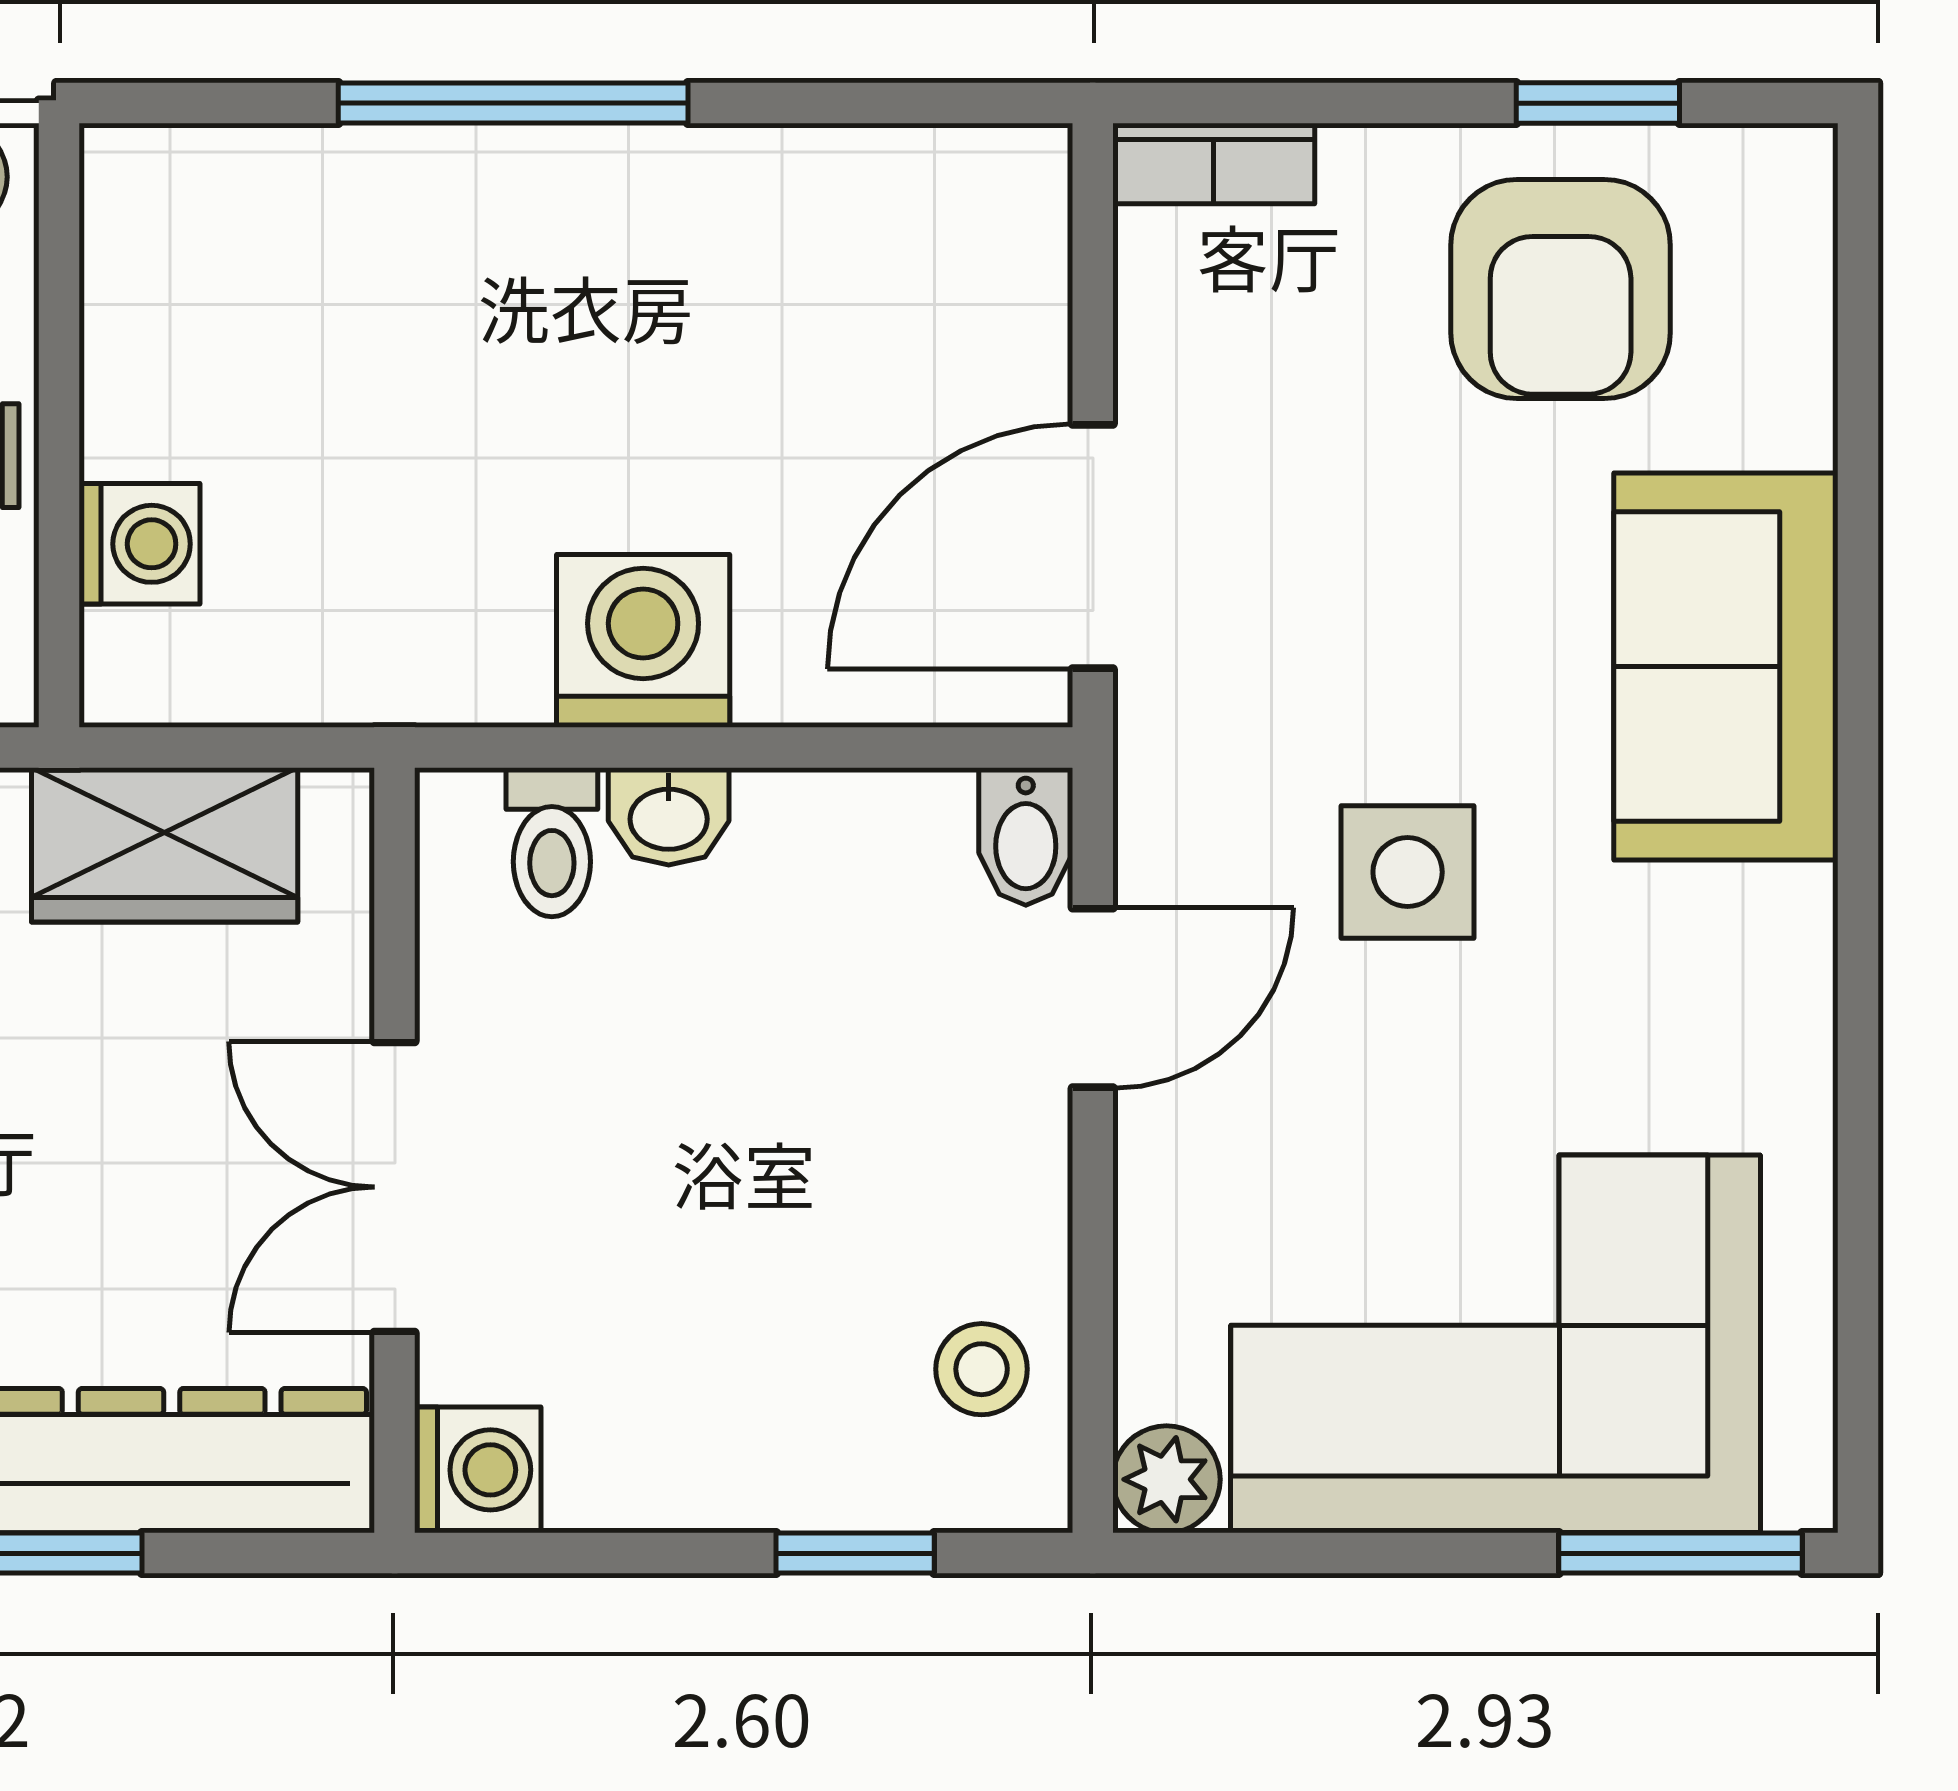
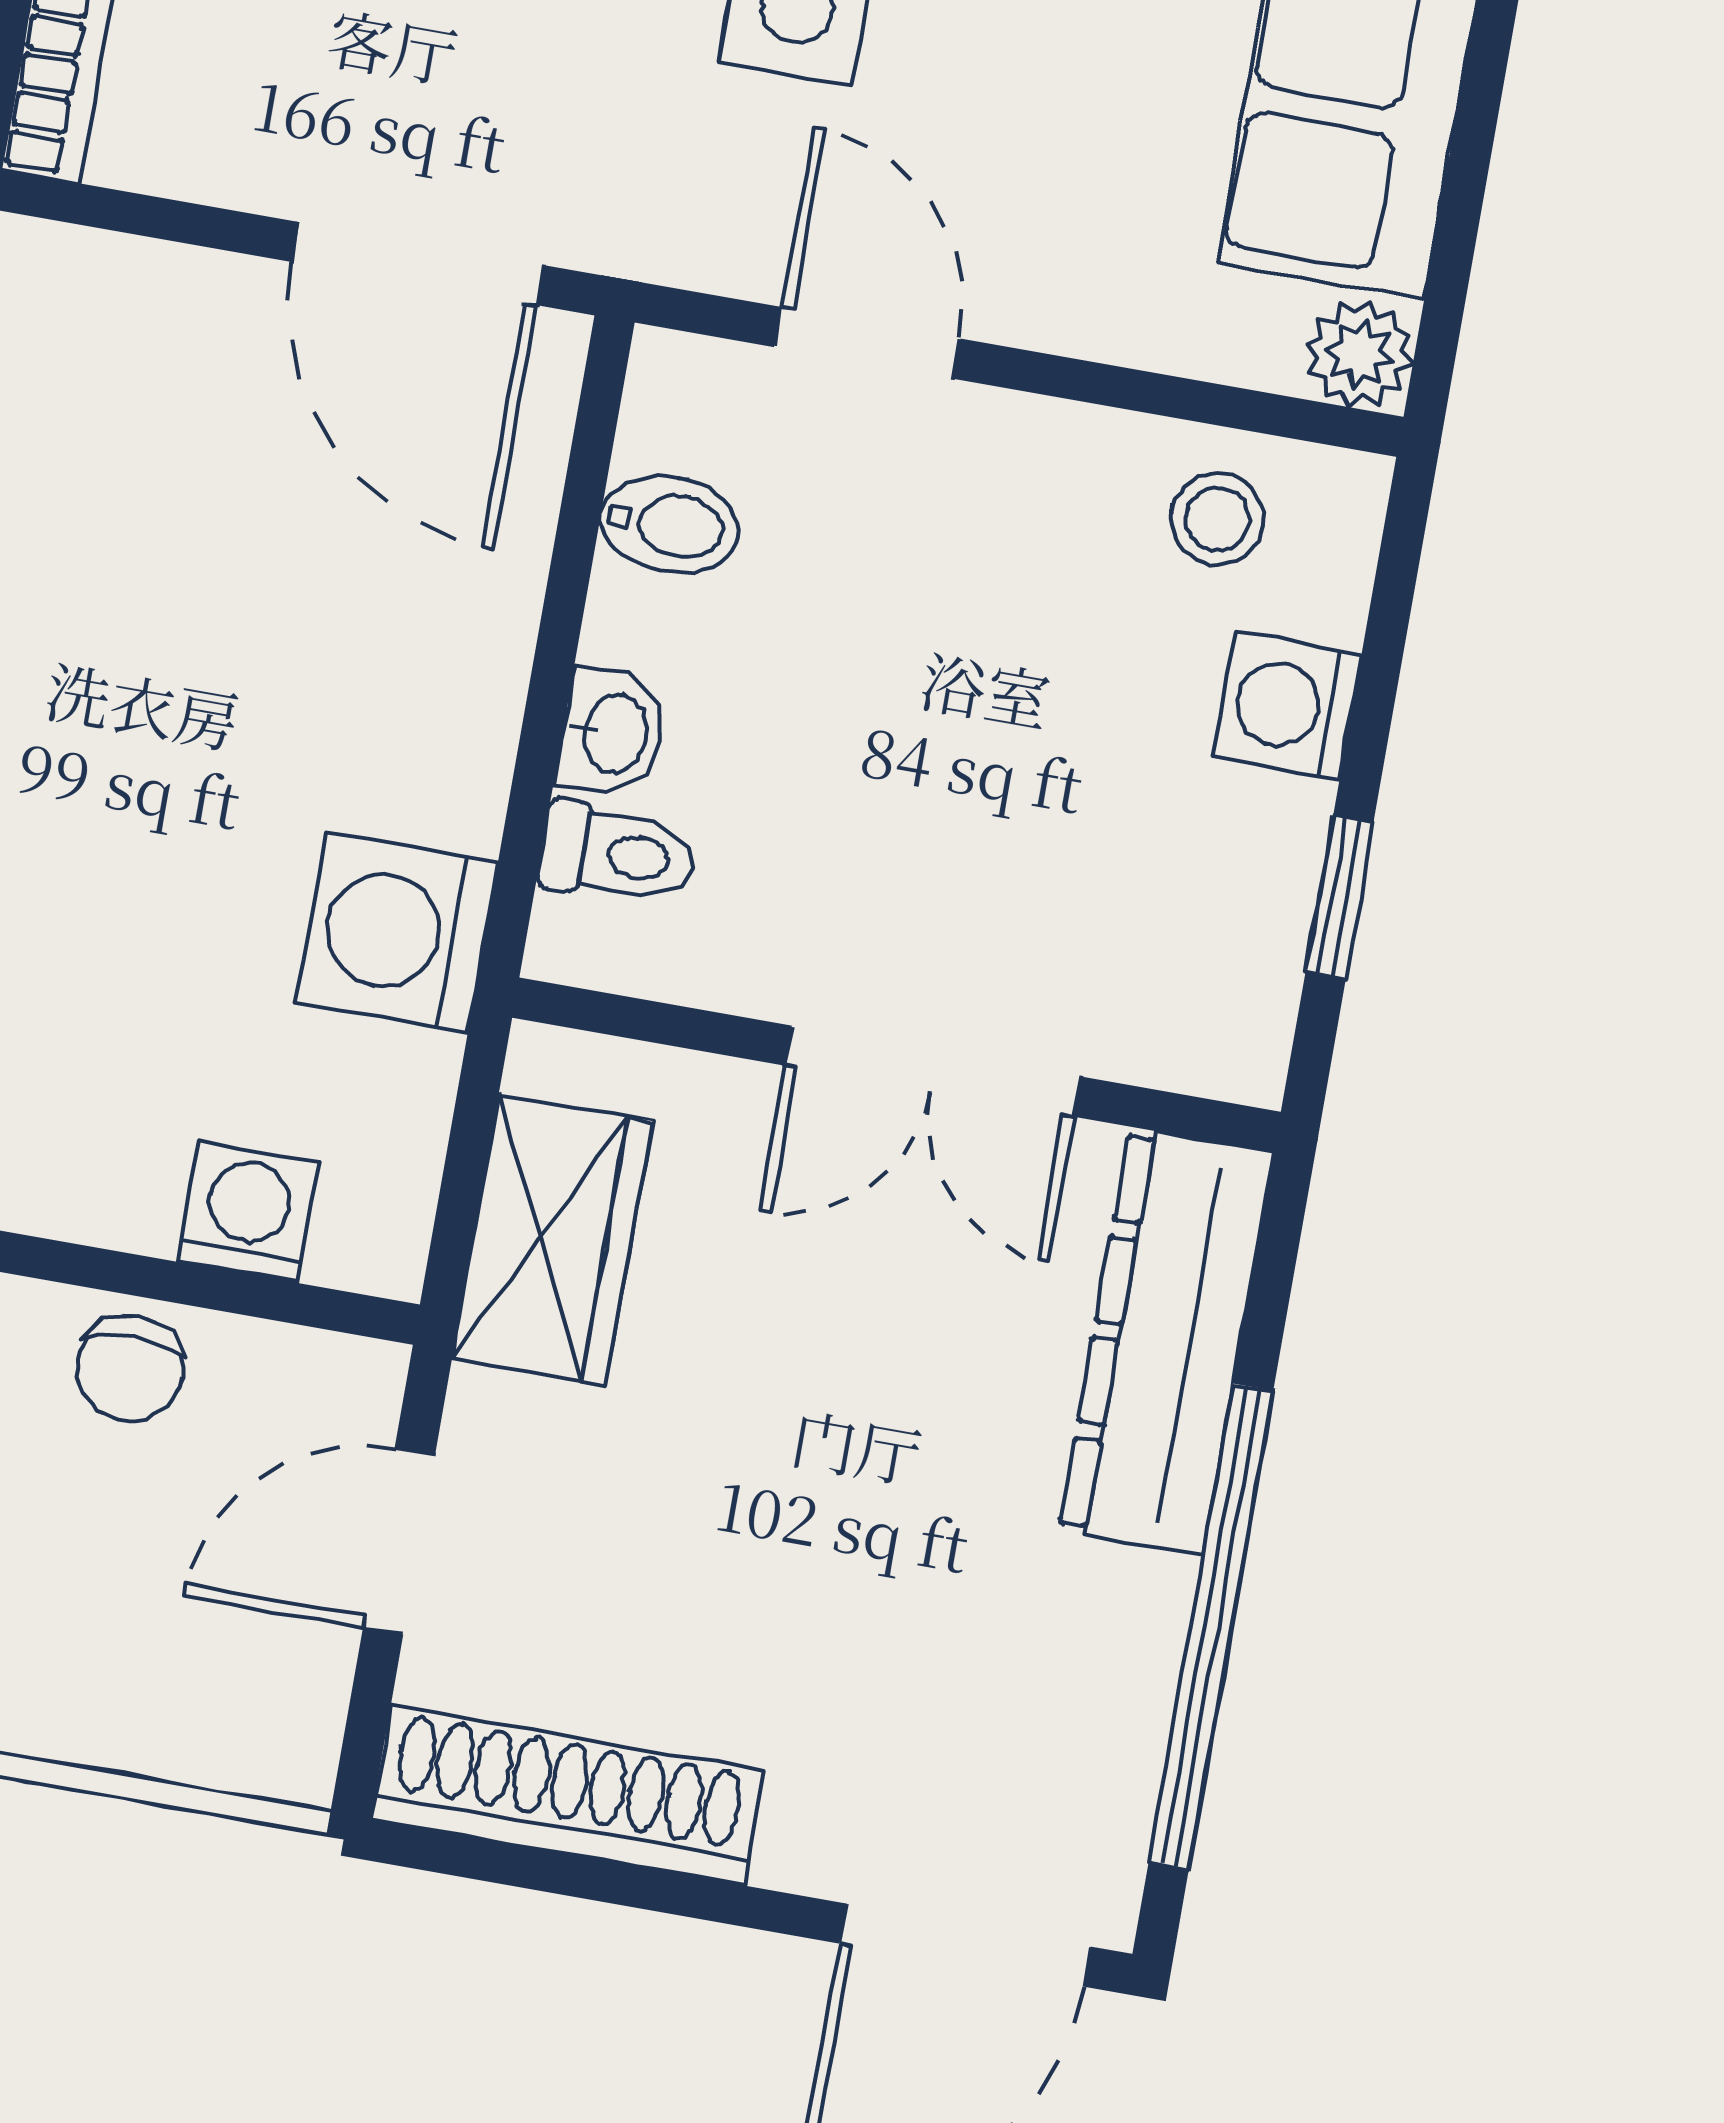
washing machine: (643, 641) -> (397, 933), moved
bidet: (1026, 836) -> (670, 525), moved
washing machine: (478, 1470) -> (1288, 706), moved, turned -90
window: (855, 1553) -> (1339, 897), moved

